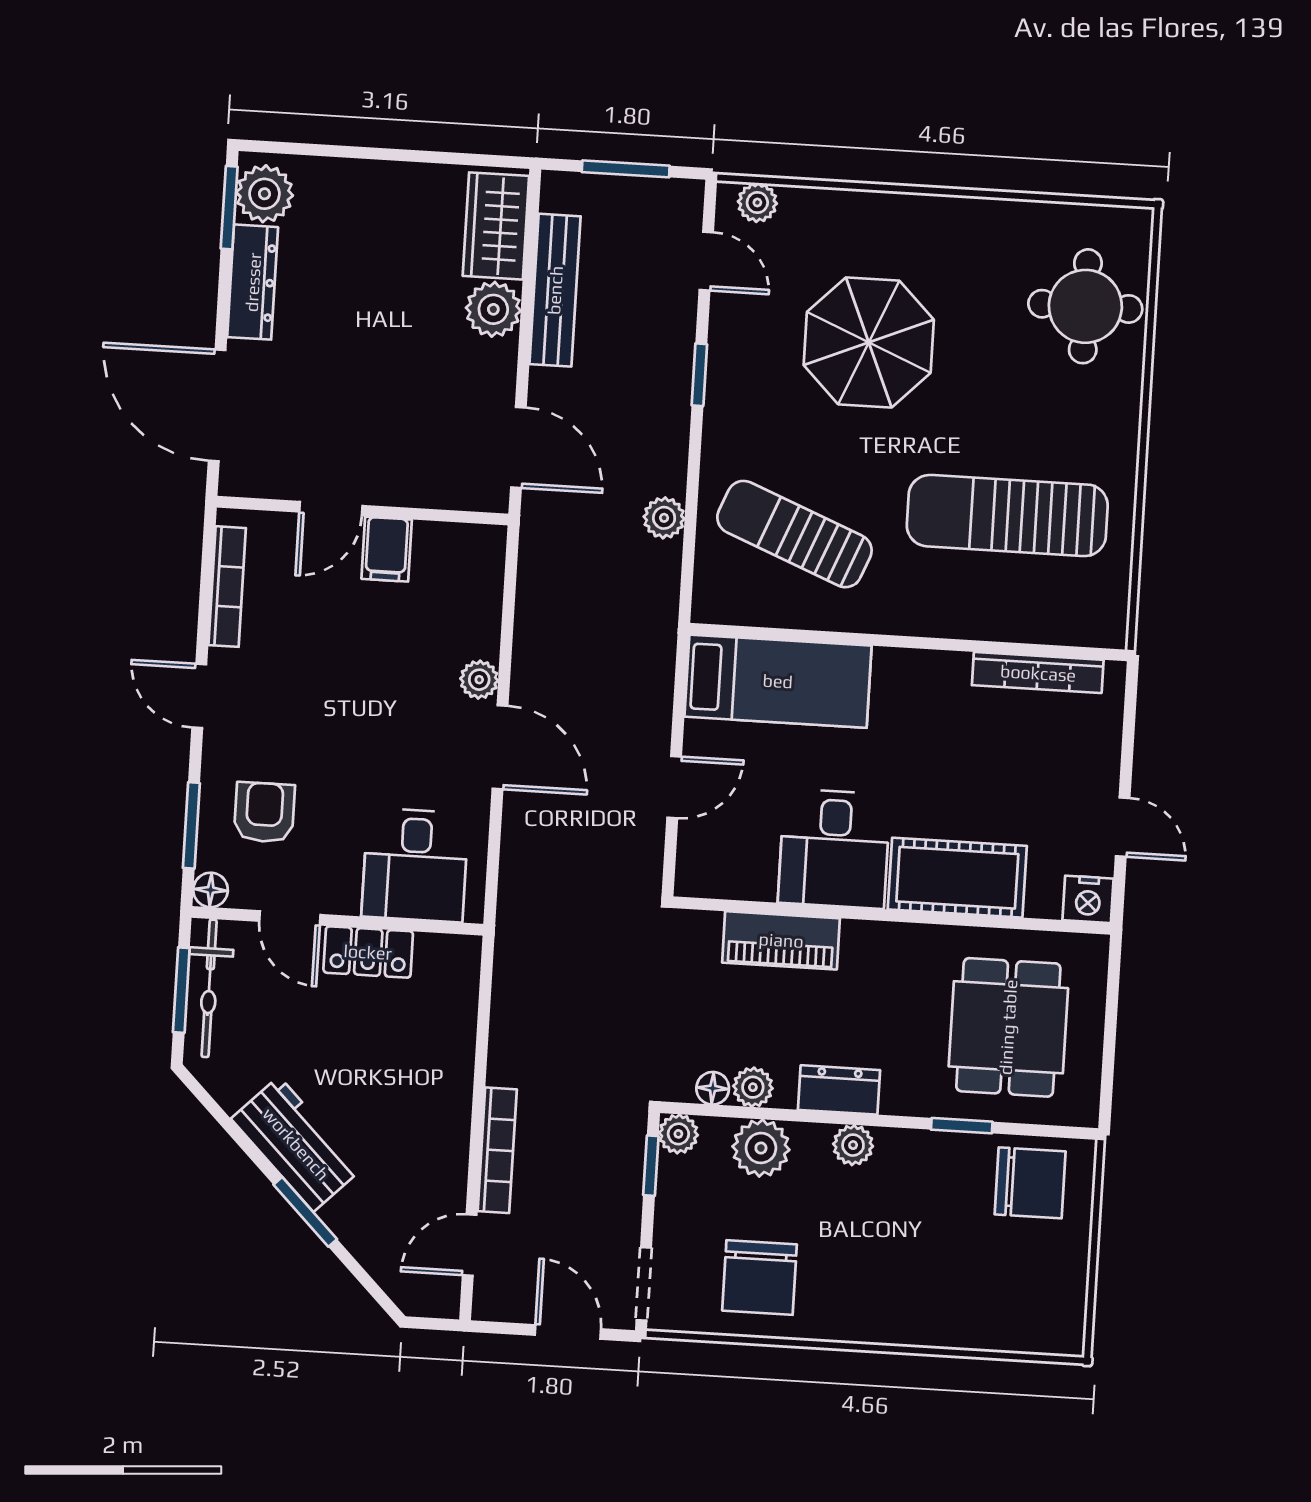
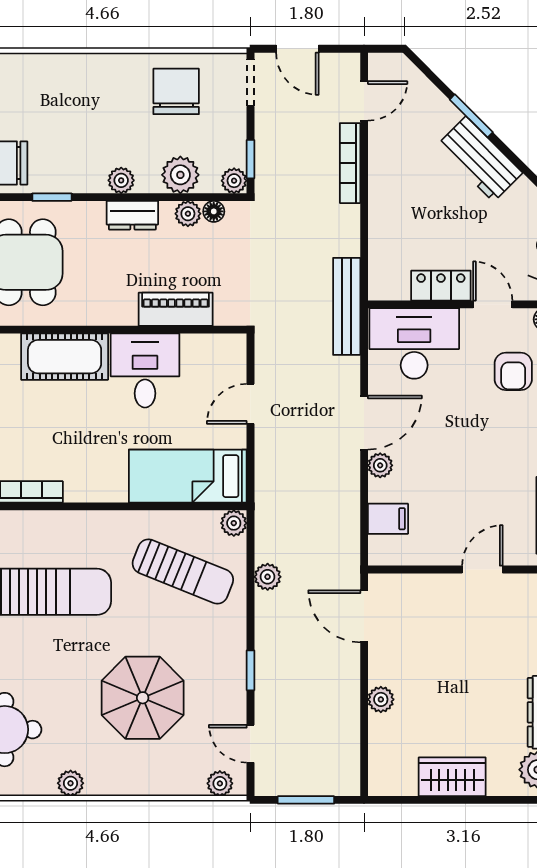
plant: (988, 217) -> (71, 783), added
wardrobe: (496, 226) -> (452, 777), moved, turned -90
bench: (555, 290) -> (347, 306), moved
plant: (493, 309) -> (381, 699), width x0.73, depth x0.73
filing cabinet: (387, 549) -> (388, 519), moved, turned 90
plant: (711, 604) -> (234, 523), added
door: (500, 747) -> (364, 423), swing flipped
desk: (415, 865) -> (414, 343), width x1.37

